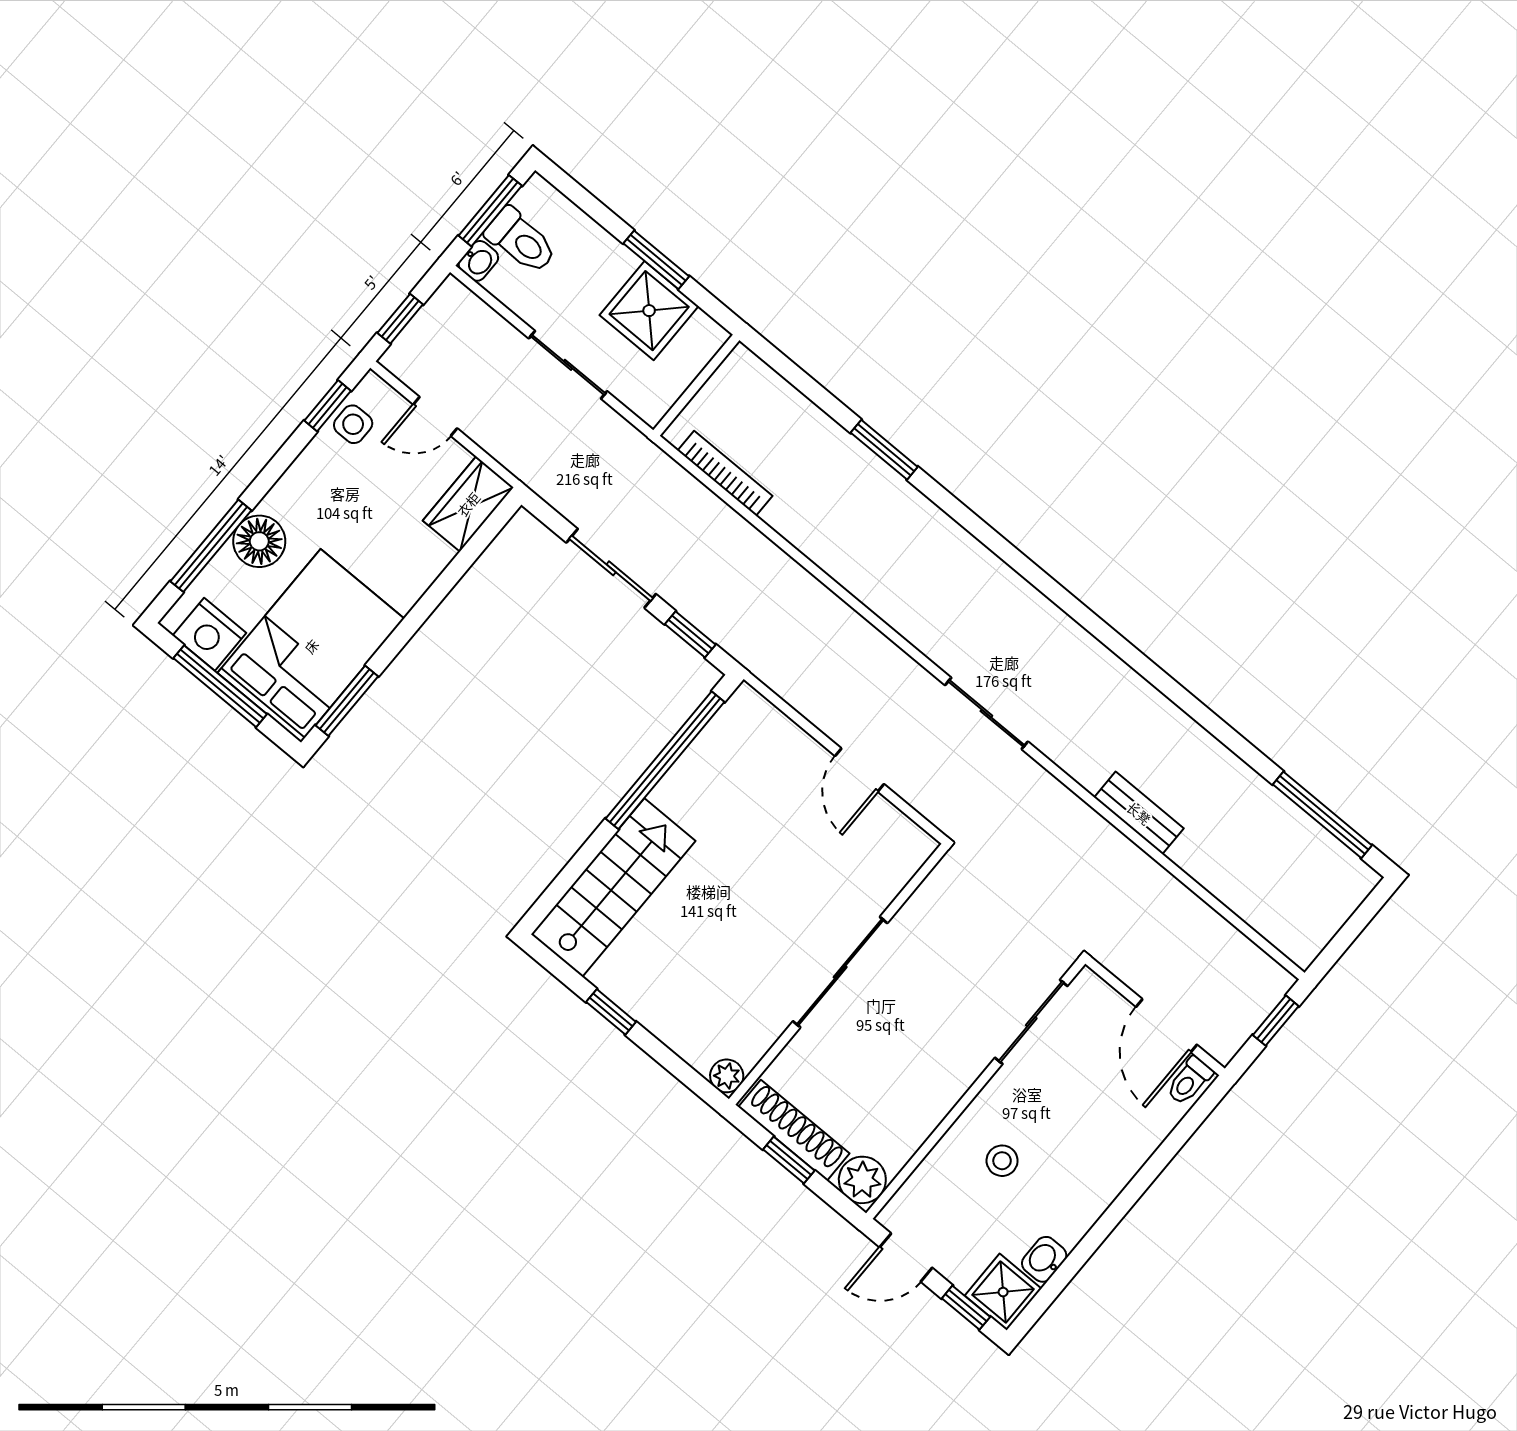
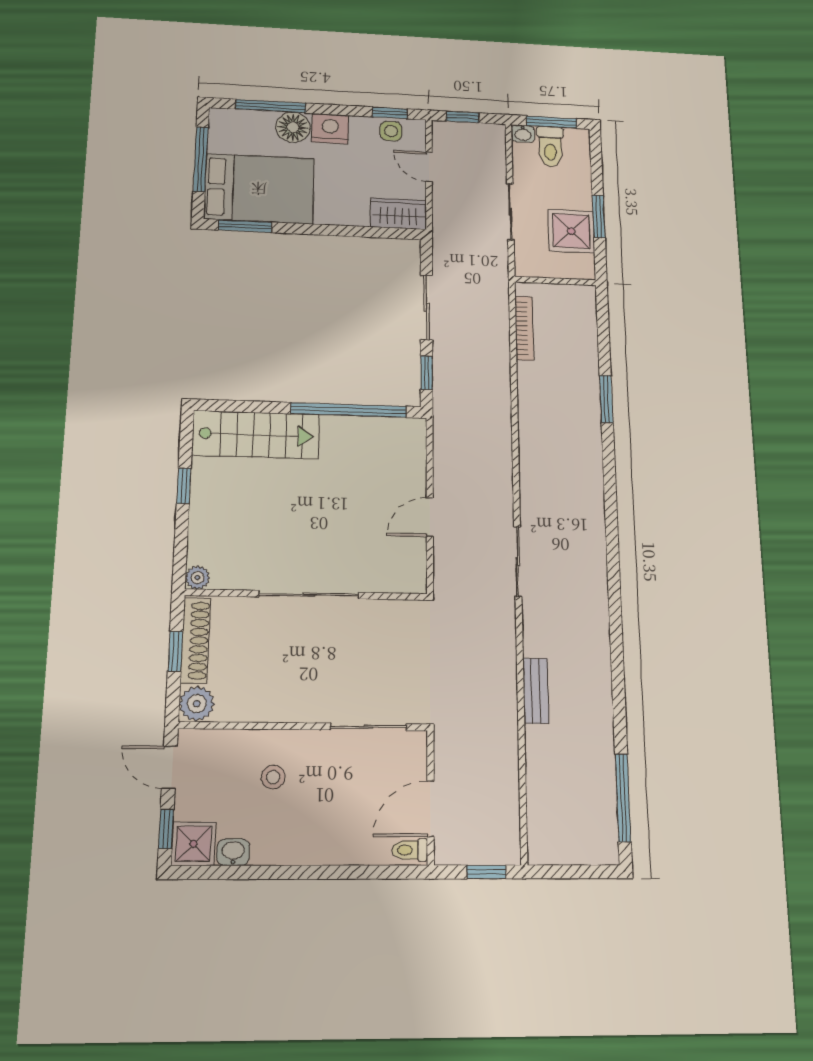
nightstand: (209, 634) -> (330, 129), moved, turned 90

